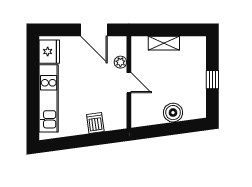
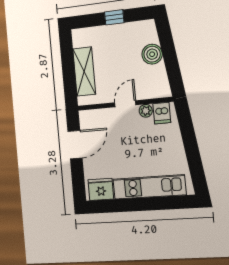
shelving: (164, 43) -> (84, 71), width x1.50, depth x1.33
plant: (120, 62) -> (146, 111), moved
dishwasher: (95, 123) -> (162, 113), moved, turned -82

